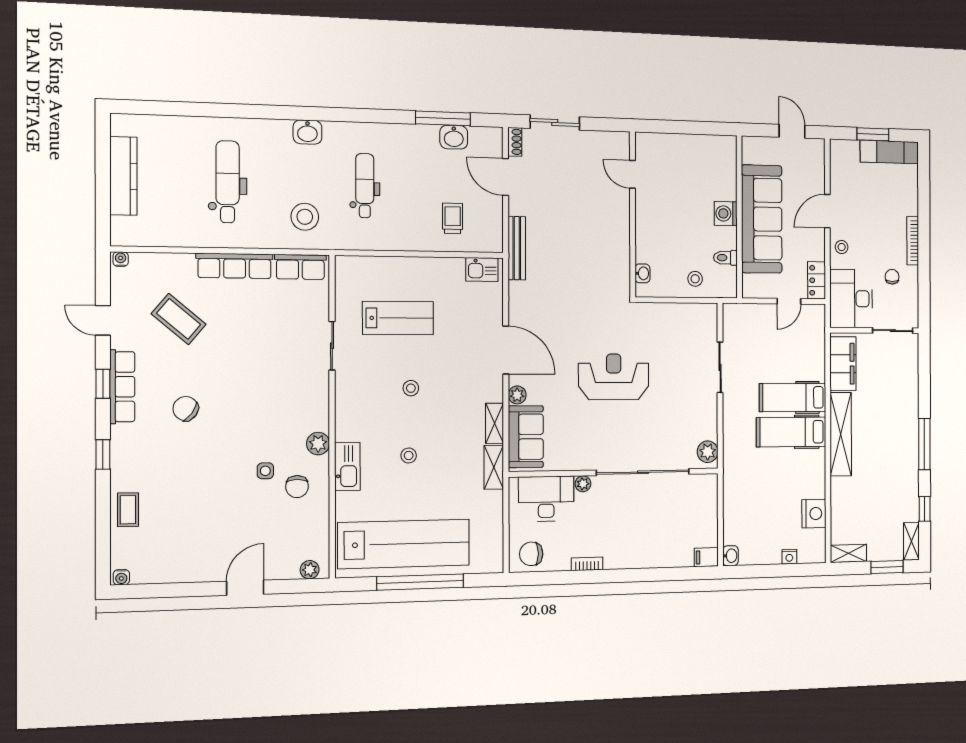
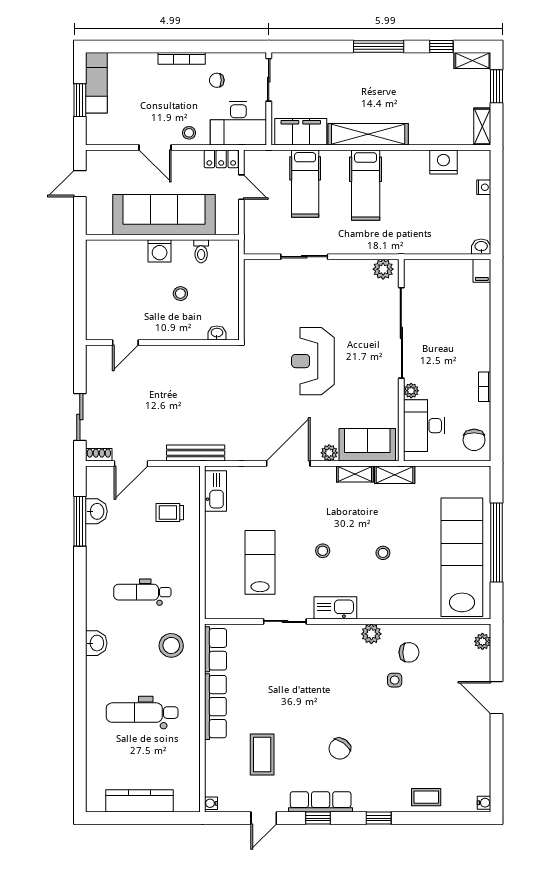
kitchen sink: (482, 269) -> (215, 491), width x1.38
stool: (695, 279) -> (180, 294), moved
coffee table: (179, 319) -> (262, 754), turned -40
hospital bed: (793, 397) -> (305, 184), moved
kitchen sink: (347, 467) -> (335, 608), moved

